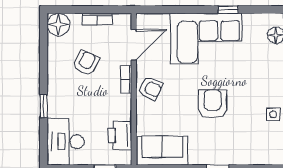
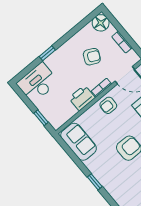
armchair: (150, 88) -> (108, 105), turned 66
printer: (120, 135) -> (82, 98), moved

